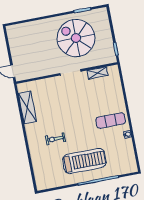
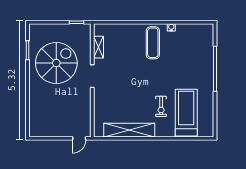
spiral stairs: (76, 38) -> (56, 63), turned 180
shelving: (27, 107) -> (129, 130), width x1.47
treadmill: (84, 161) -> (186, 113), moved

